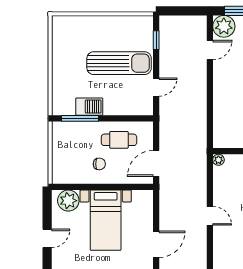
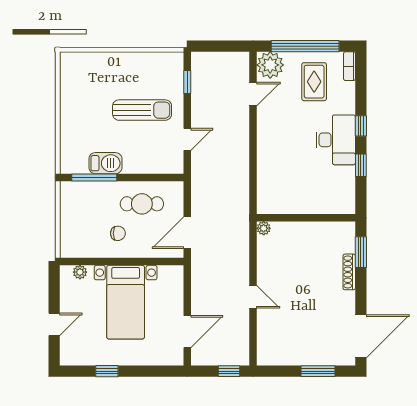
sun lounger: (119, 63) -> (142, 110), width x0.73, depth x0.75
plant: (68, 201) -> (80, 272), width x0.53, depth x0.53

